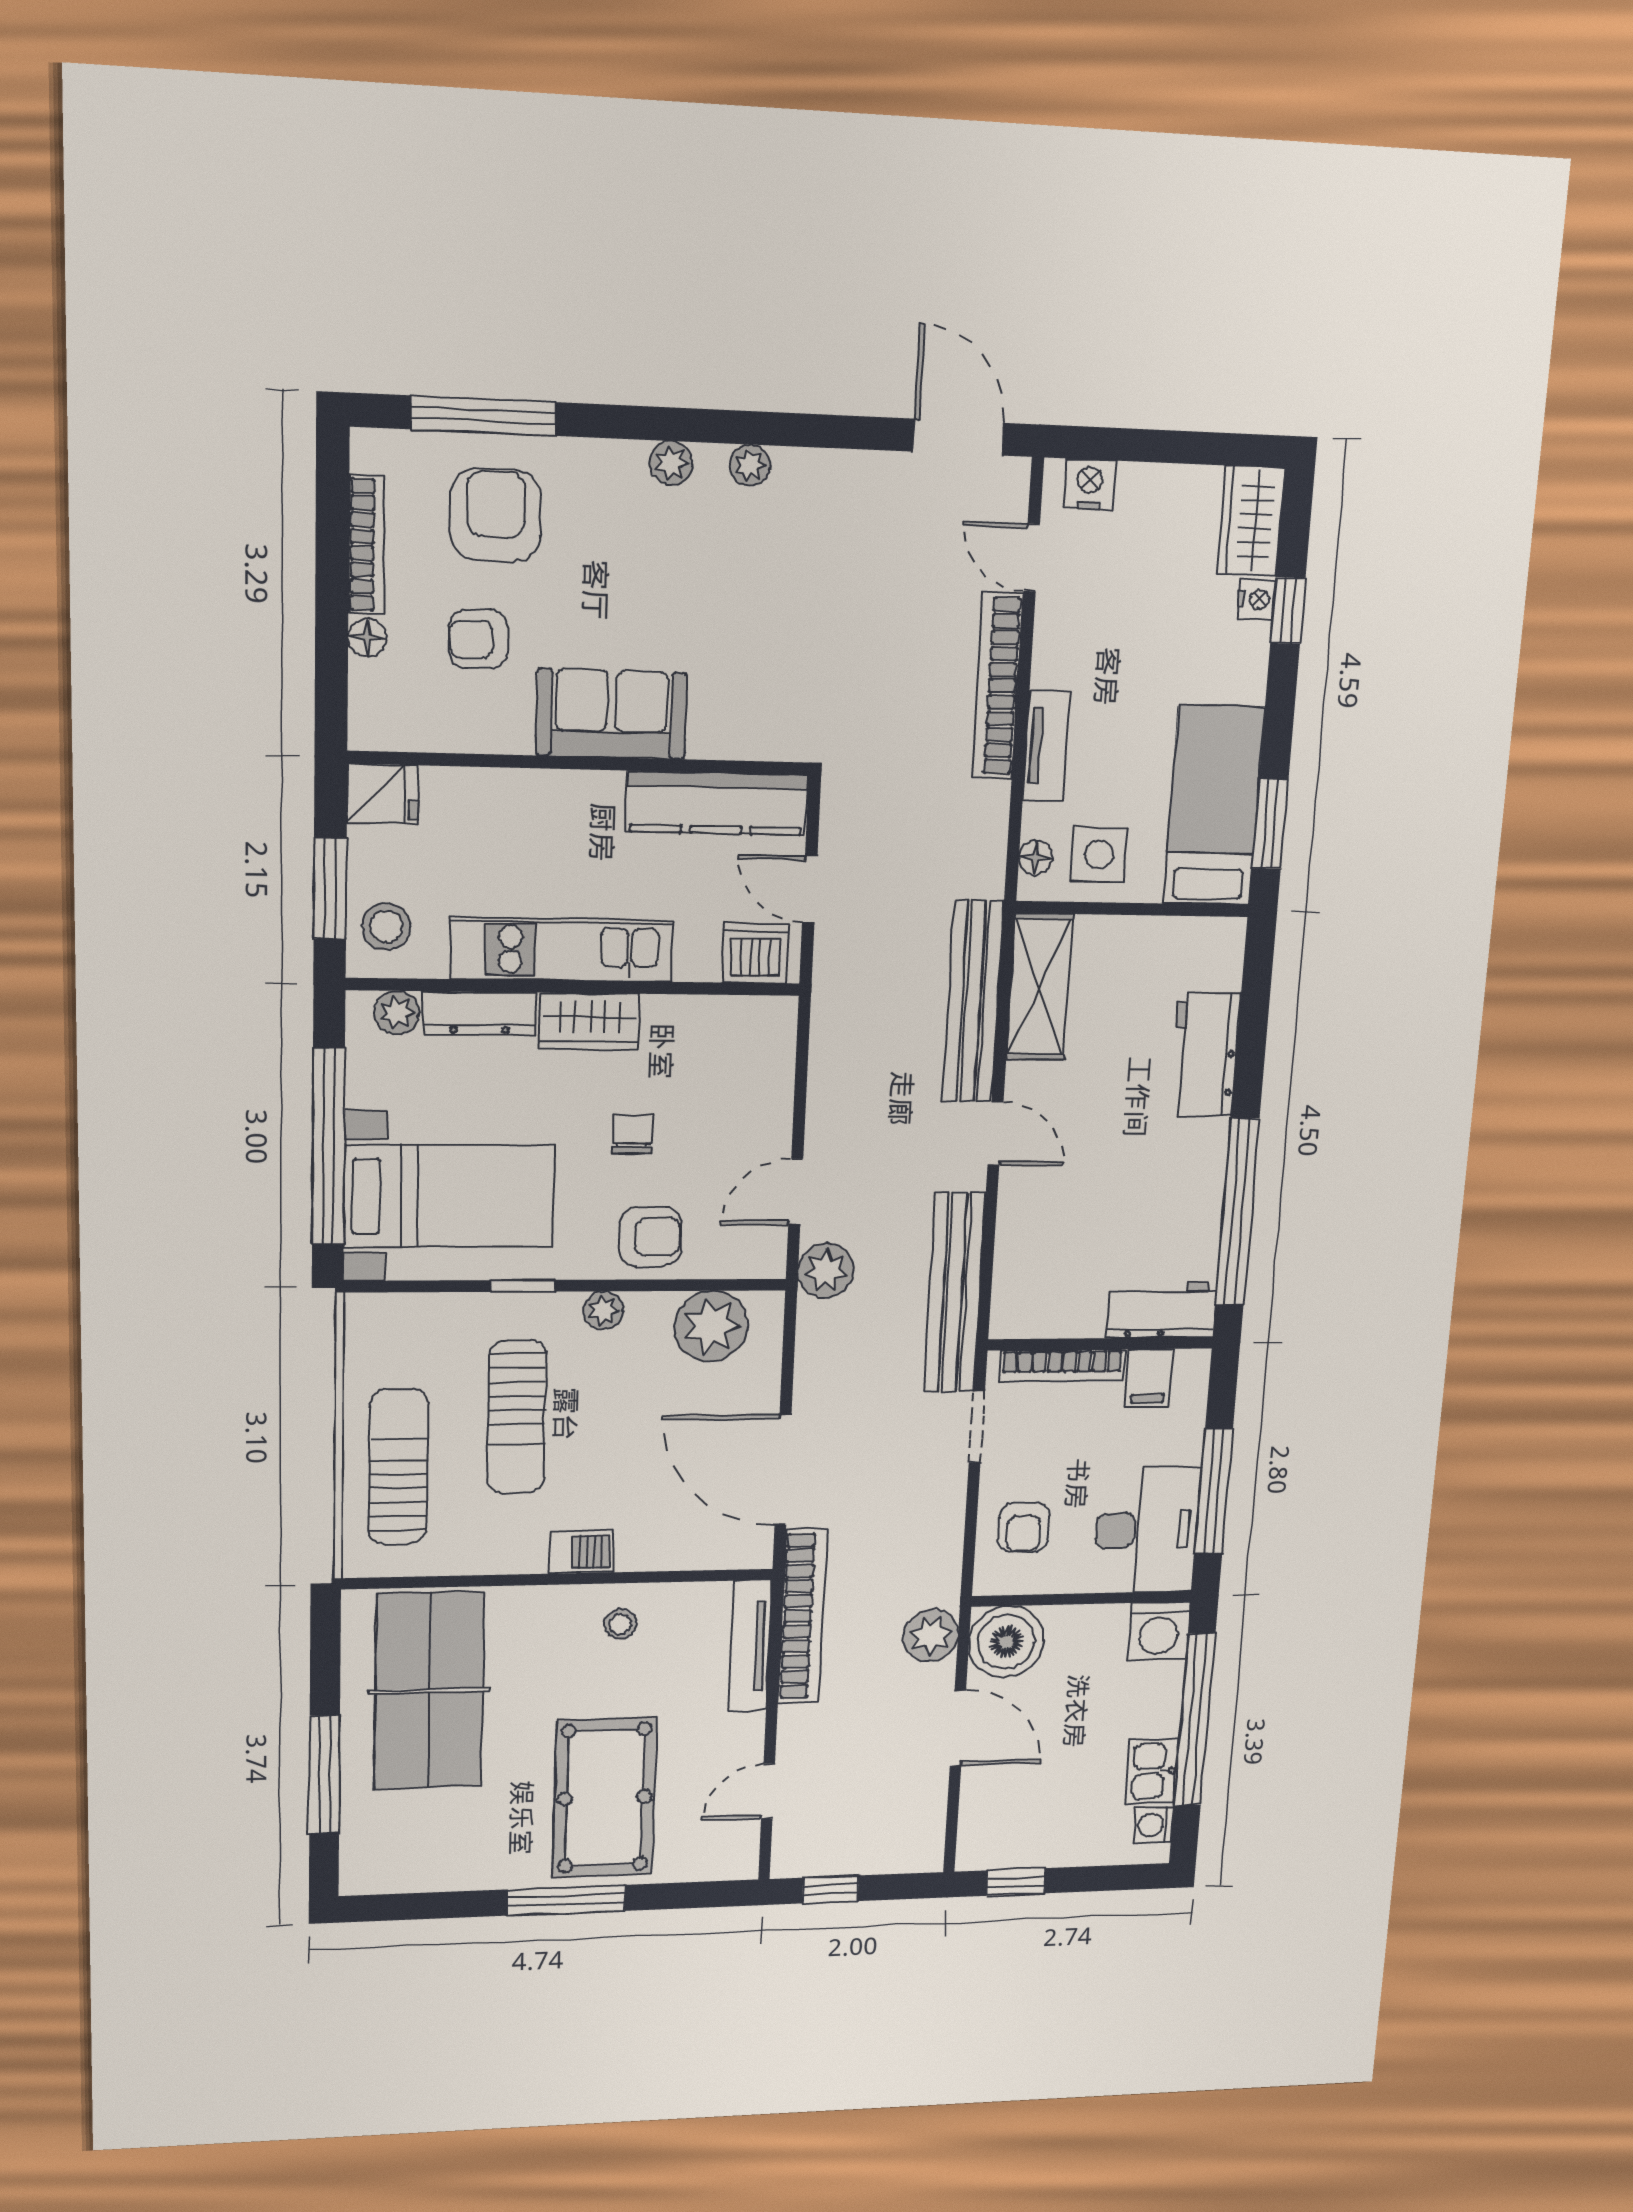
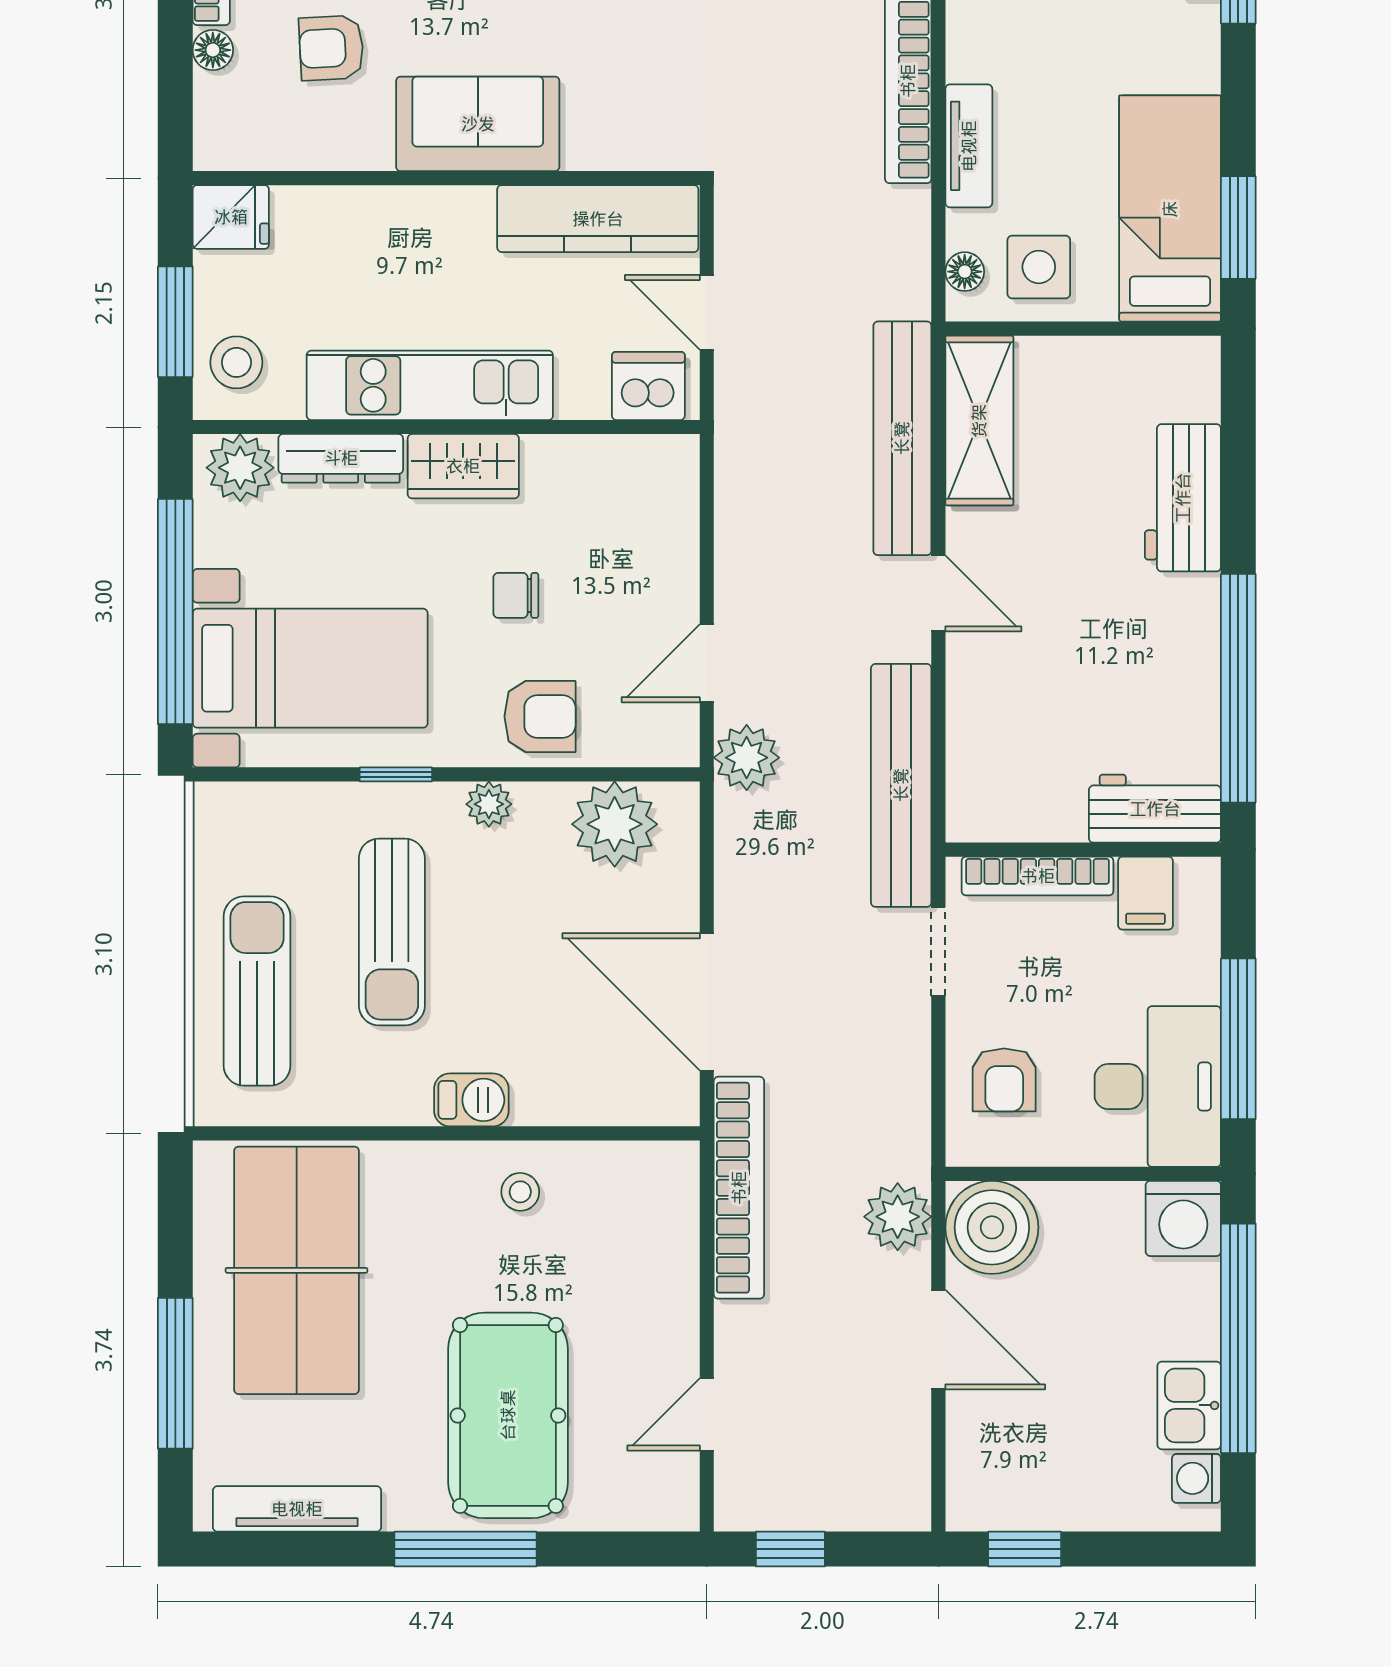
plant: (397, 1013) -> (240, 468), width x1.38, depth x1.38
chair: (633, 1134) -> (516, 595), turned -90
tv unit: (750, 1646) -> (297, 1509), moved, turned 90

